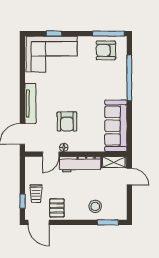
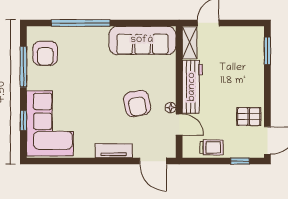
window: (108, 34) -> (23, 67), moved
tv unit: (30, 103) -> (114, 151), width x0.71
armchair: (67, 121) -> (137, 104), turned 79
trolley: (36, 194) -> (212, 147), moved
stool: (95, 206) -> (247, 67), removed

